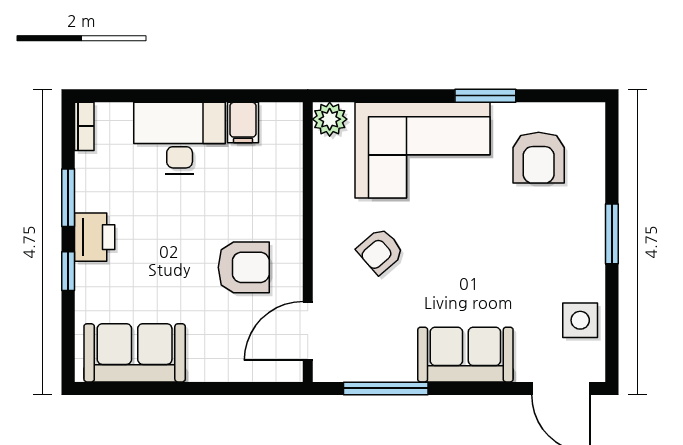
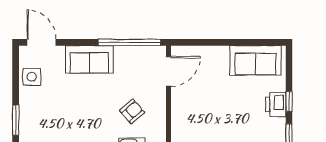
printer: (95, 237) -> (276, 105), moved
armchair: (244, 267) -> (201, 103), removed
window: (386, 388) -> (129, 42), width x1.46

